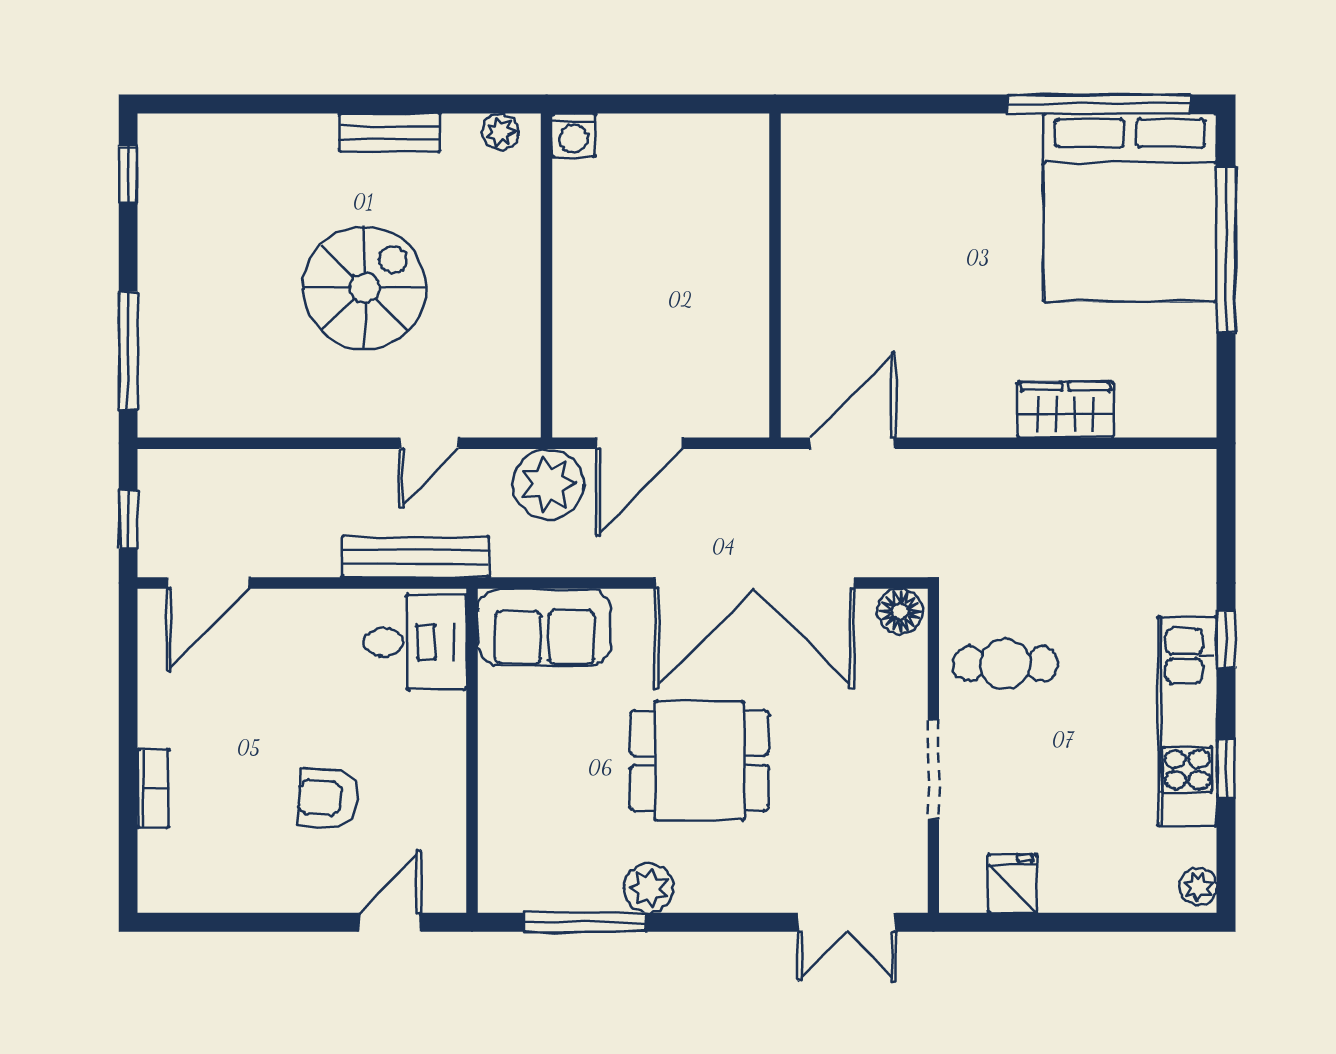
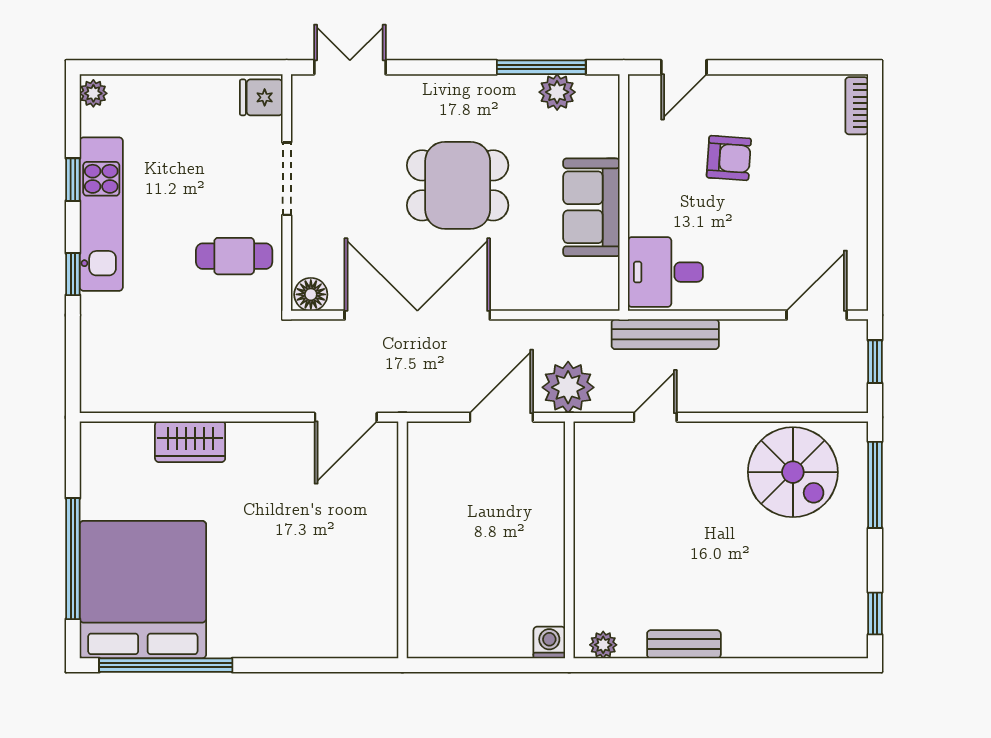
spiral stairs: (365, 288) -> (793, 472), moved, turned -90
sofa: (544, 627) -> (591, 207), moved, turned -90
bookcase: (153, 788) -> (857, 106), moved
fridge: (1012, 884) -> (261, 97), moved, turned 90
plant: (649, 888) -> (557, 92), moved

